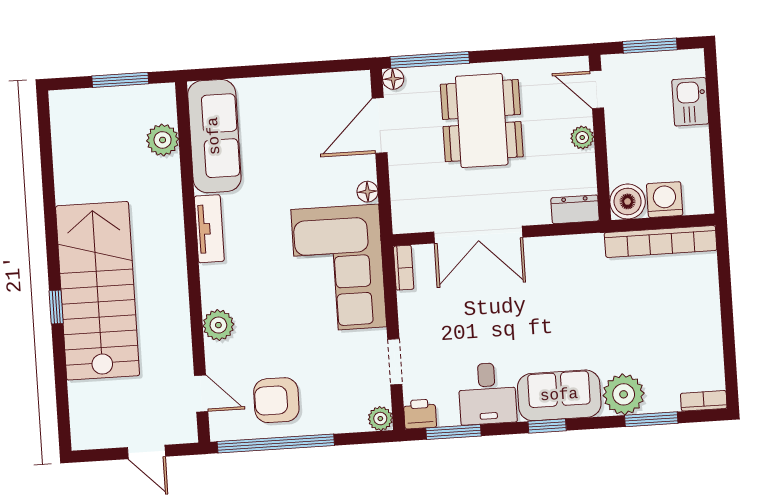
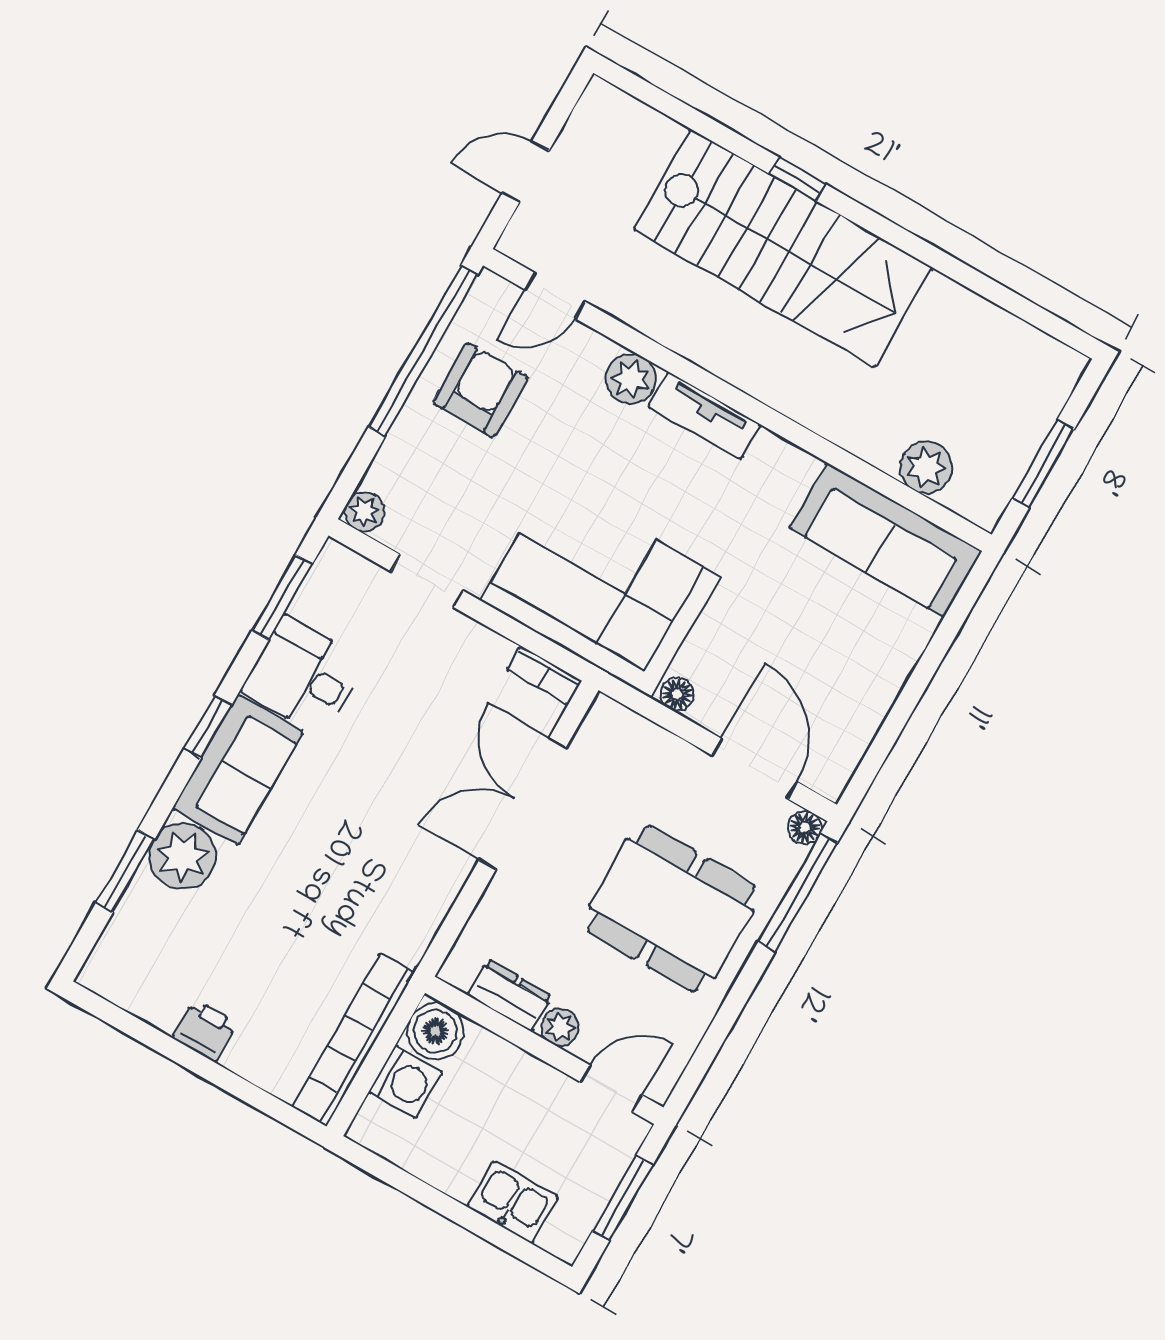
dresser: (575, 209) -> (510, 995), moved, turned -90
tv unit: (209, 229) -> (705, 416), moved
bookcase: (704, 401) -> (104, 957), removed
printer: (420, 414) -> (205, 1031), moved, turned -90

